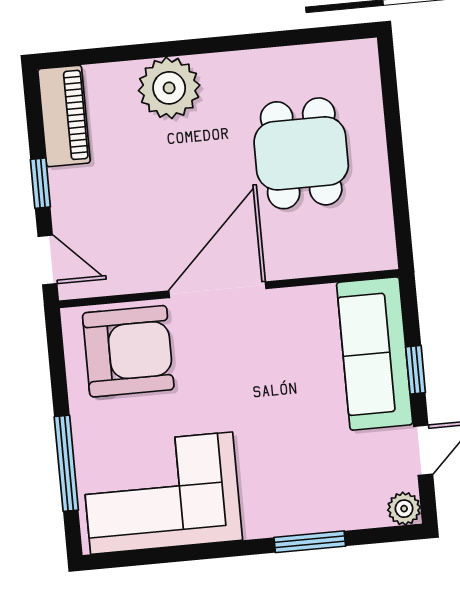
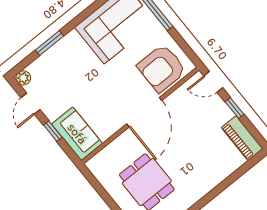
plant: (169, 88) -> (211, 174), removed
sofa: (375, 354) -> (77, 134), width x0.73

